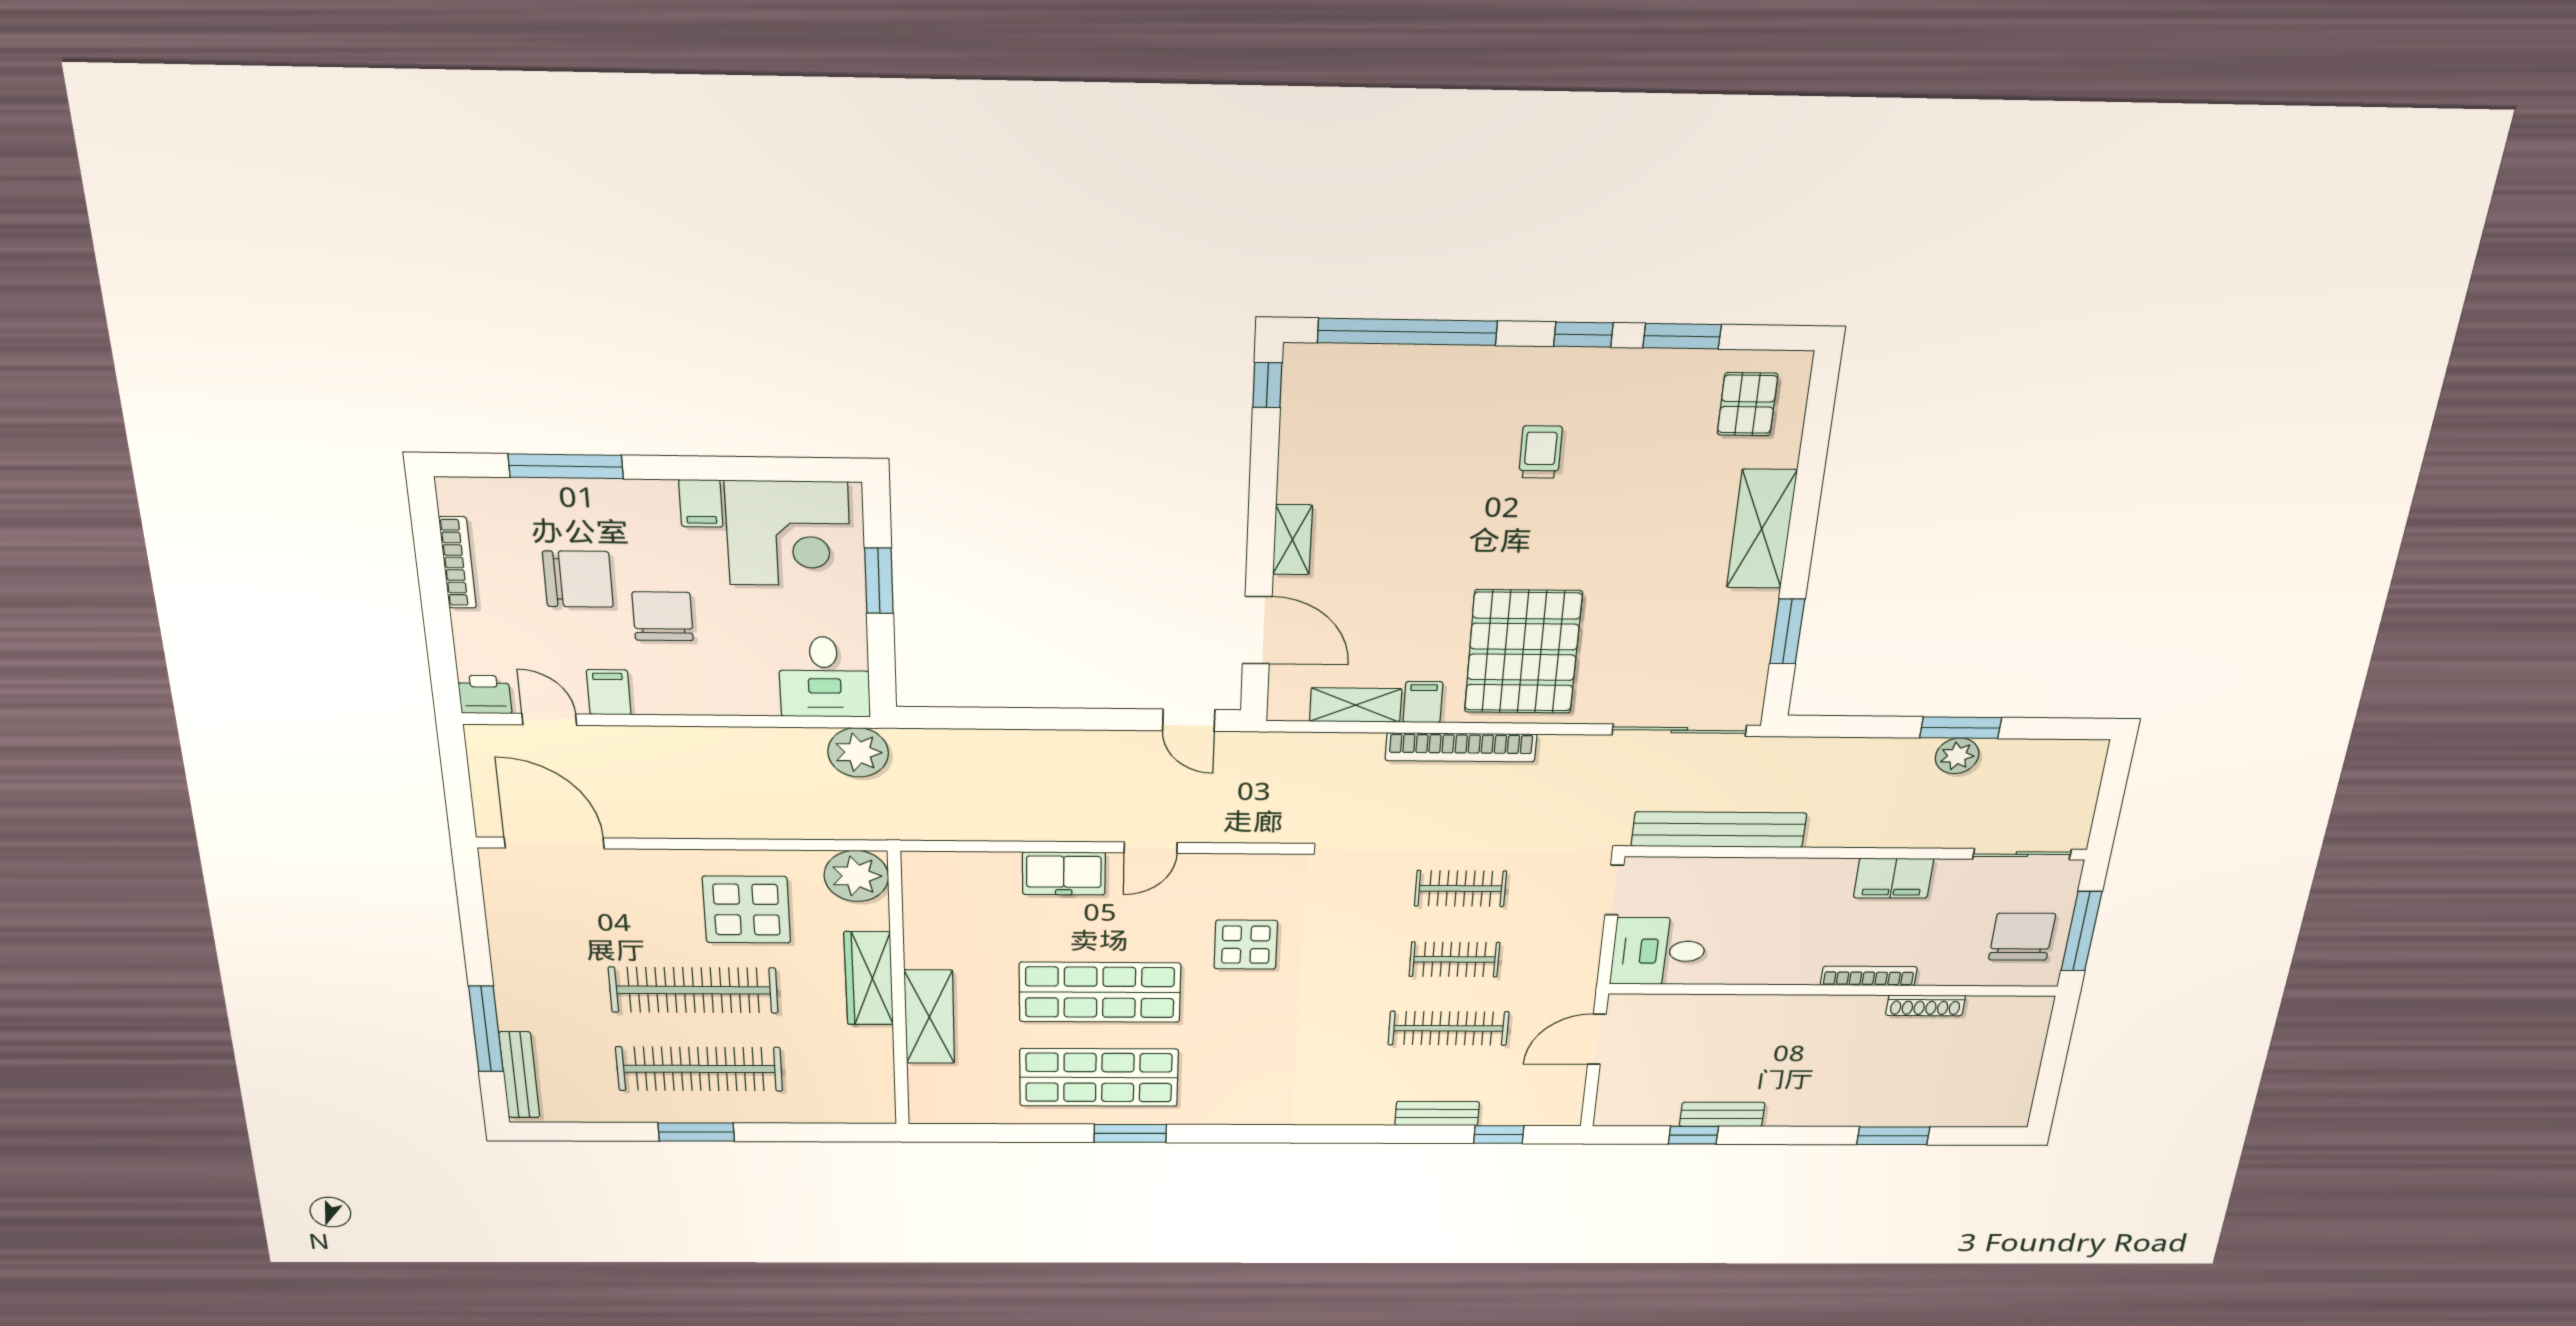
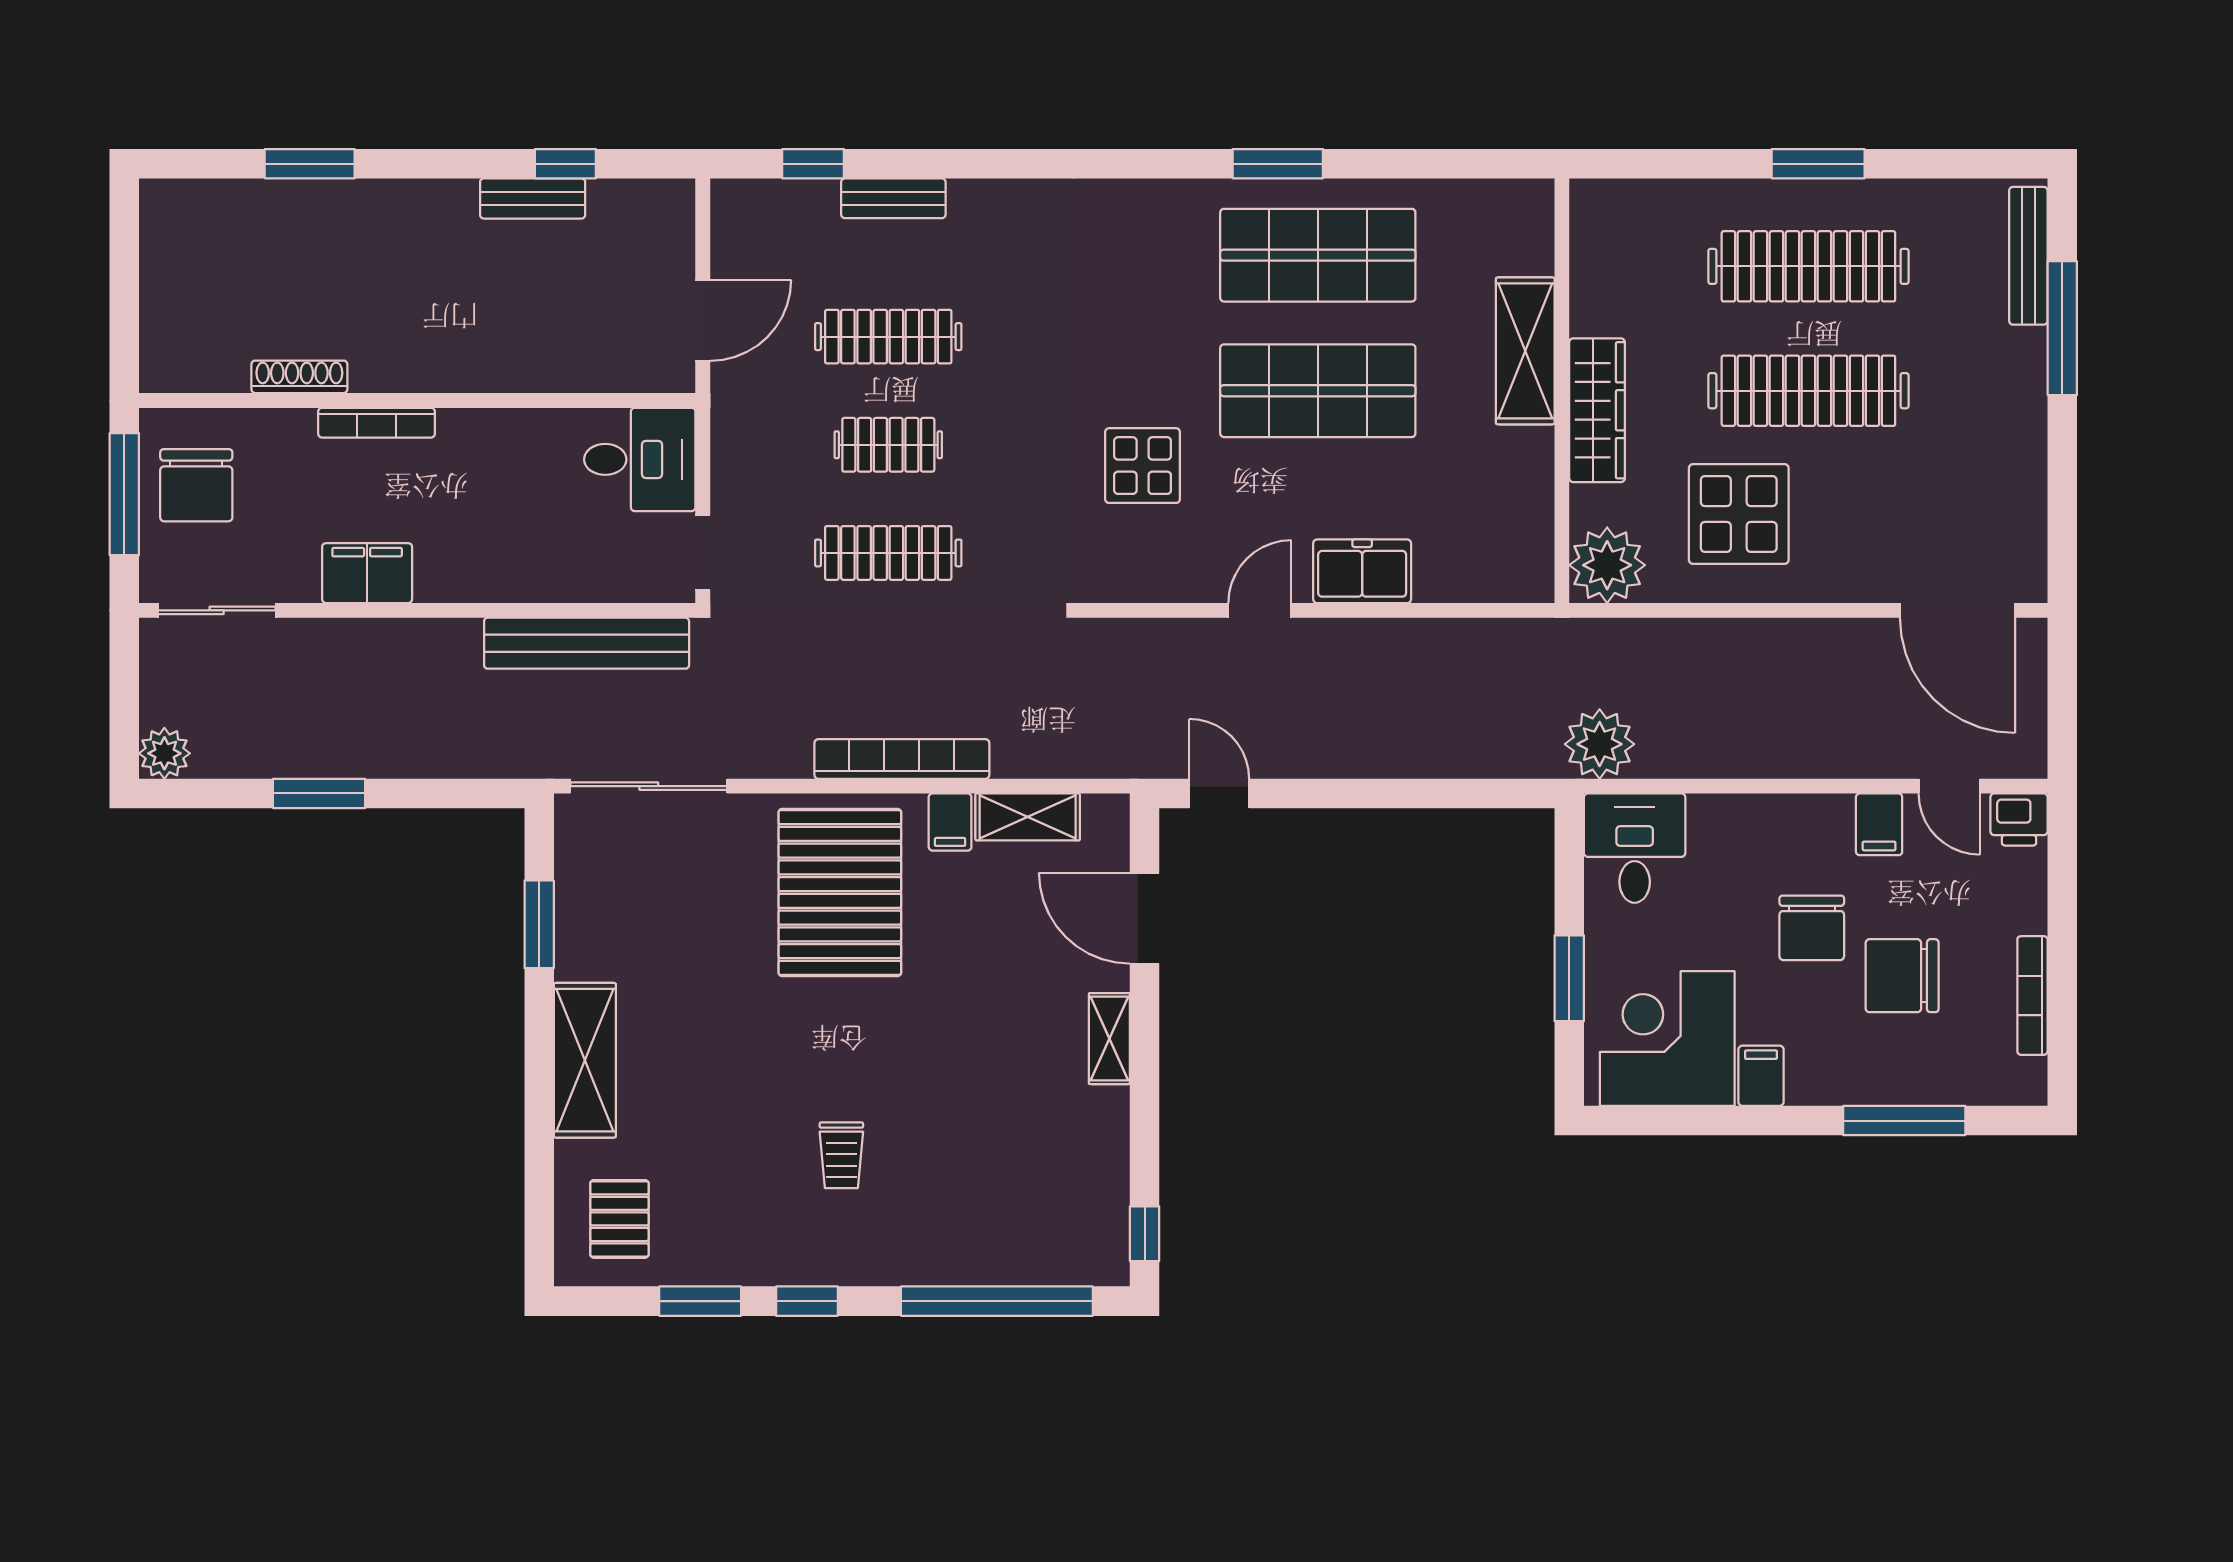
plant: (1957, 756) -> (164, 753), moved
clothes rail: (1460, 889) -> (888, 553), width x1.36

